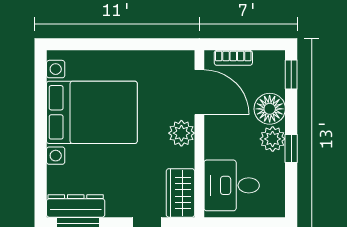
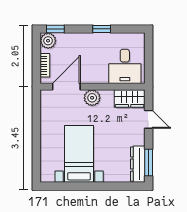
floor lamp: (270, 109) -> (77, 42), removed
bed with nightstands: (92, 112) -> (79, 154), width x0.73
plant: (273, 139) -> (48, 41), moved

